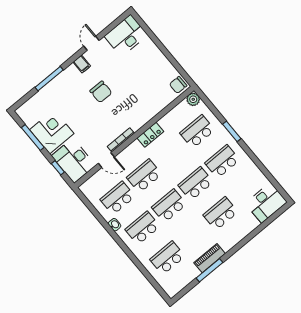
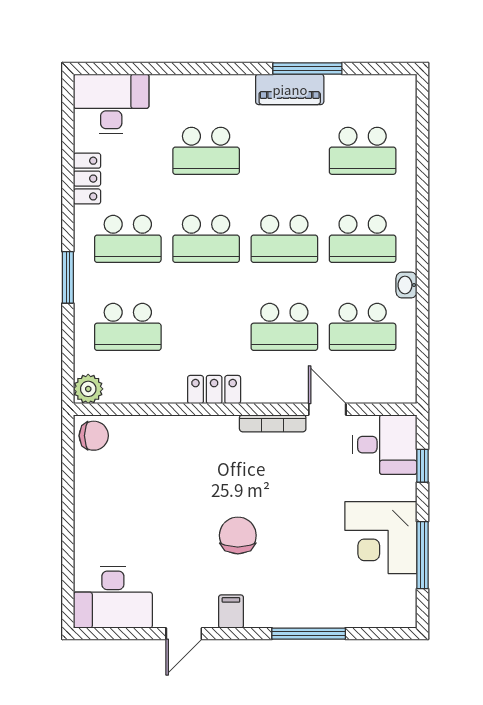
desk: (74, 161) -> (385, 445), width x0.73
locker: (253, 170) -> (87, 179), added

